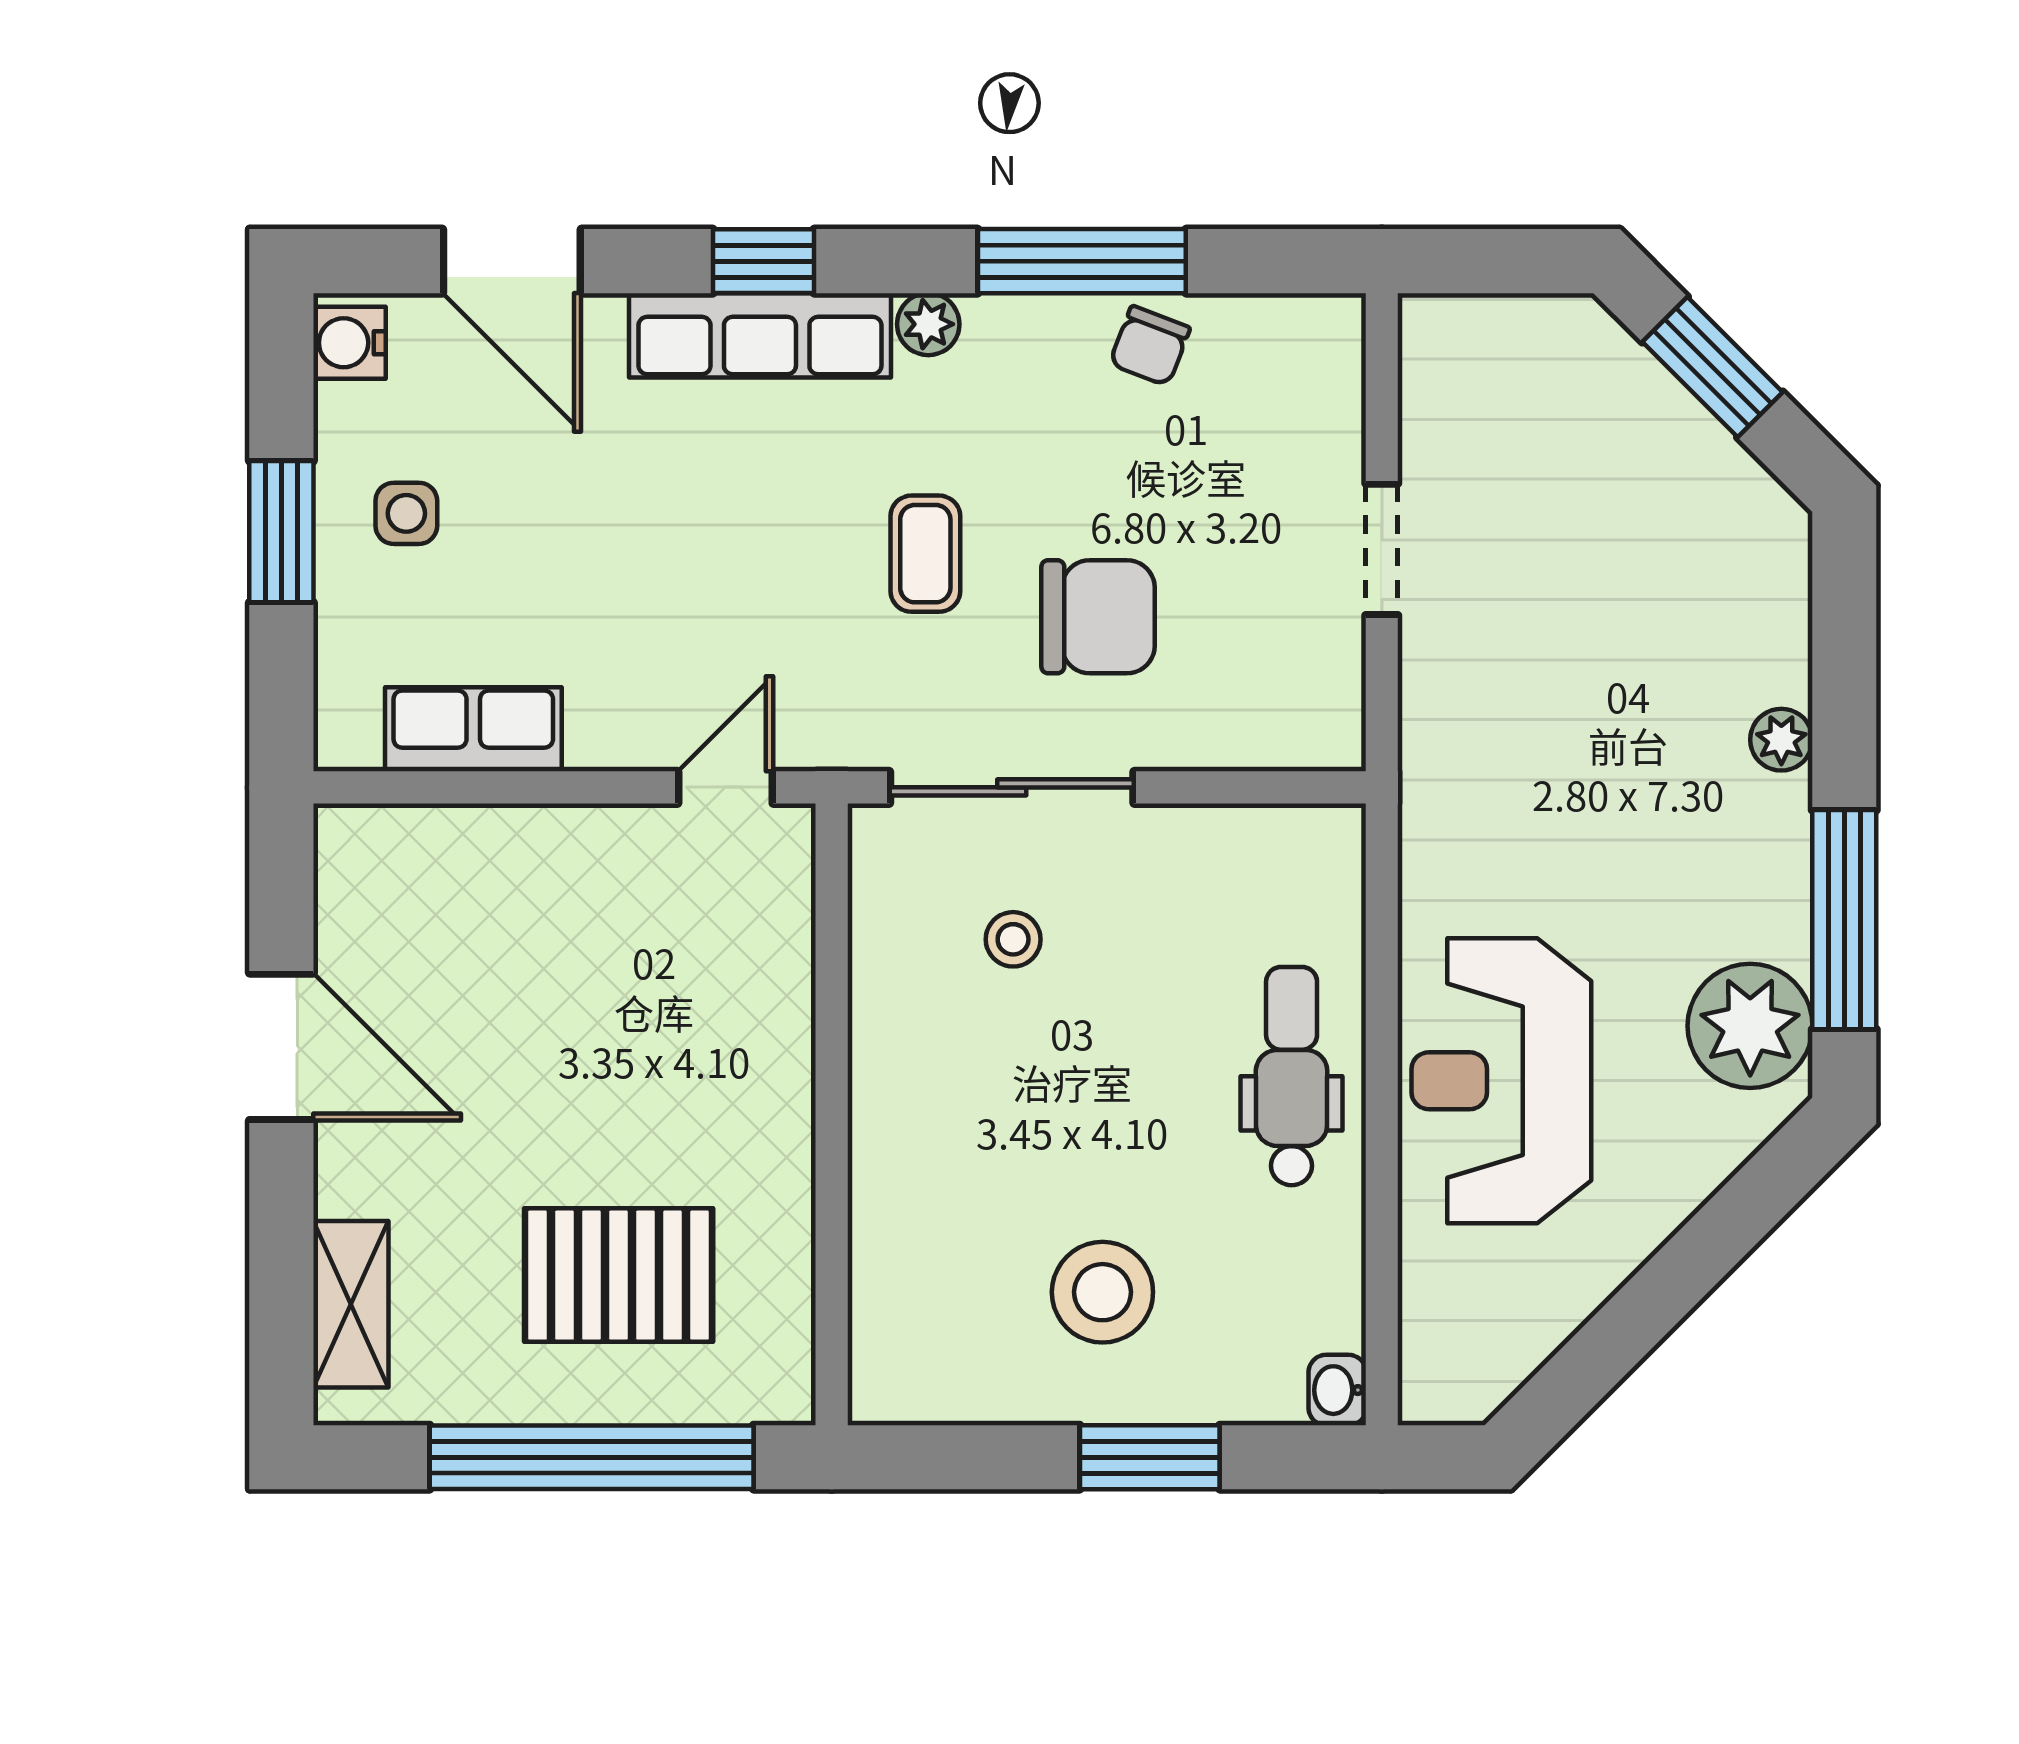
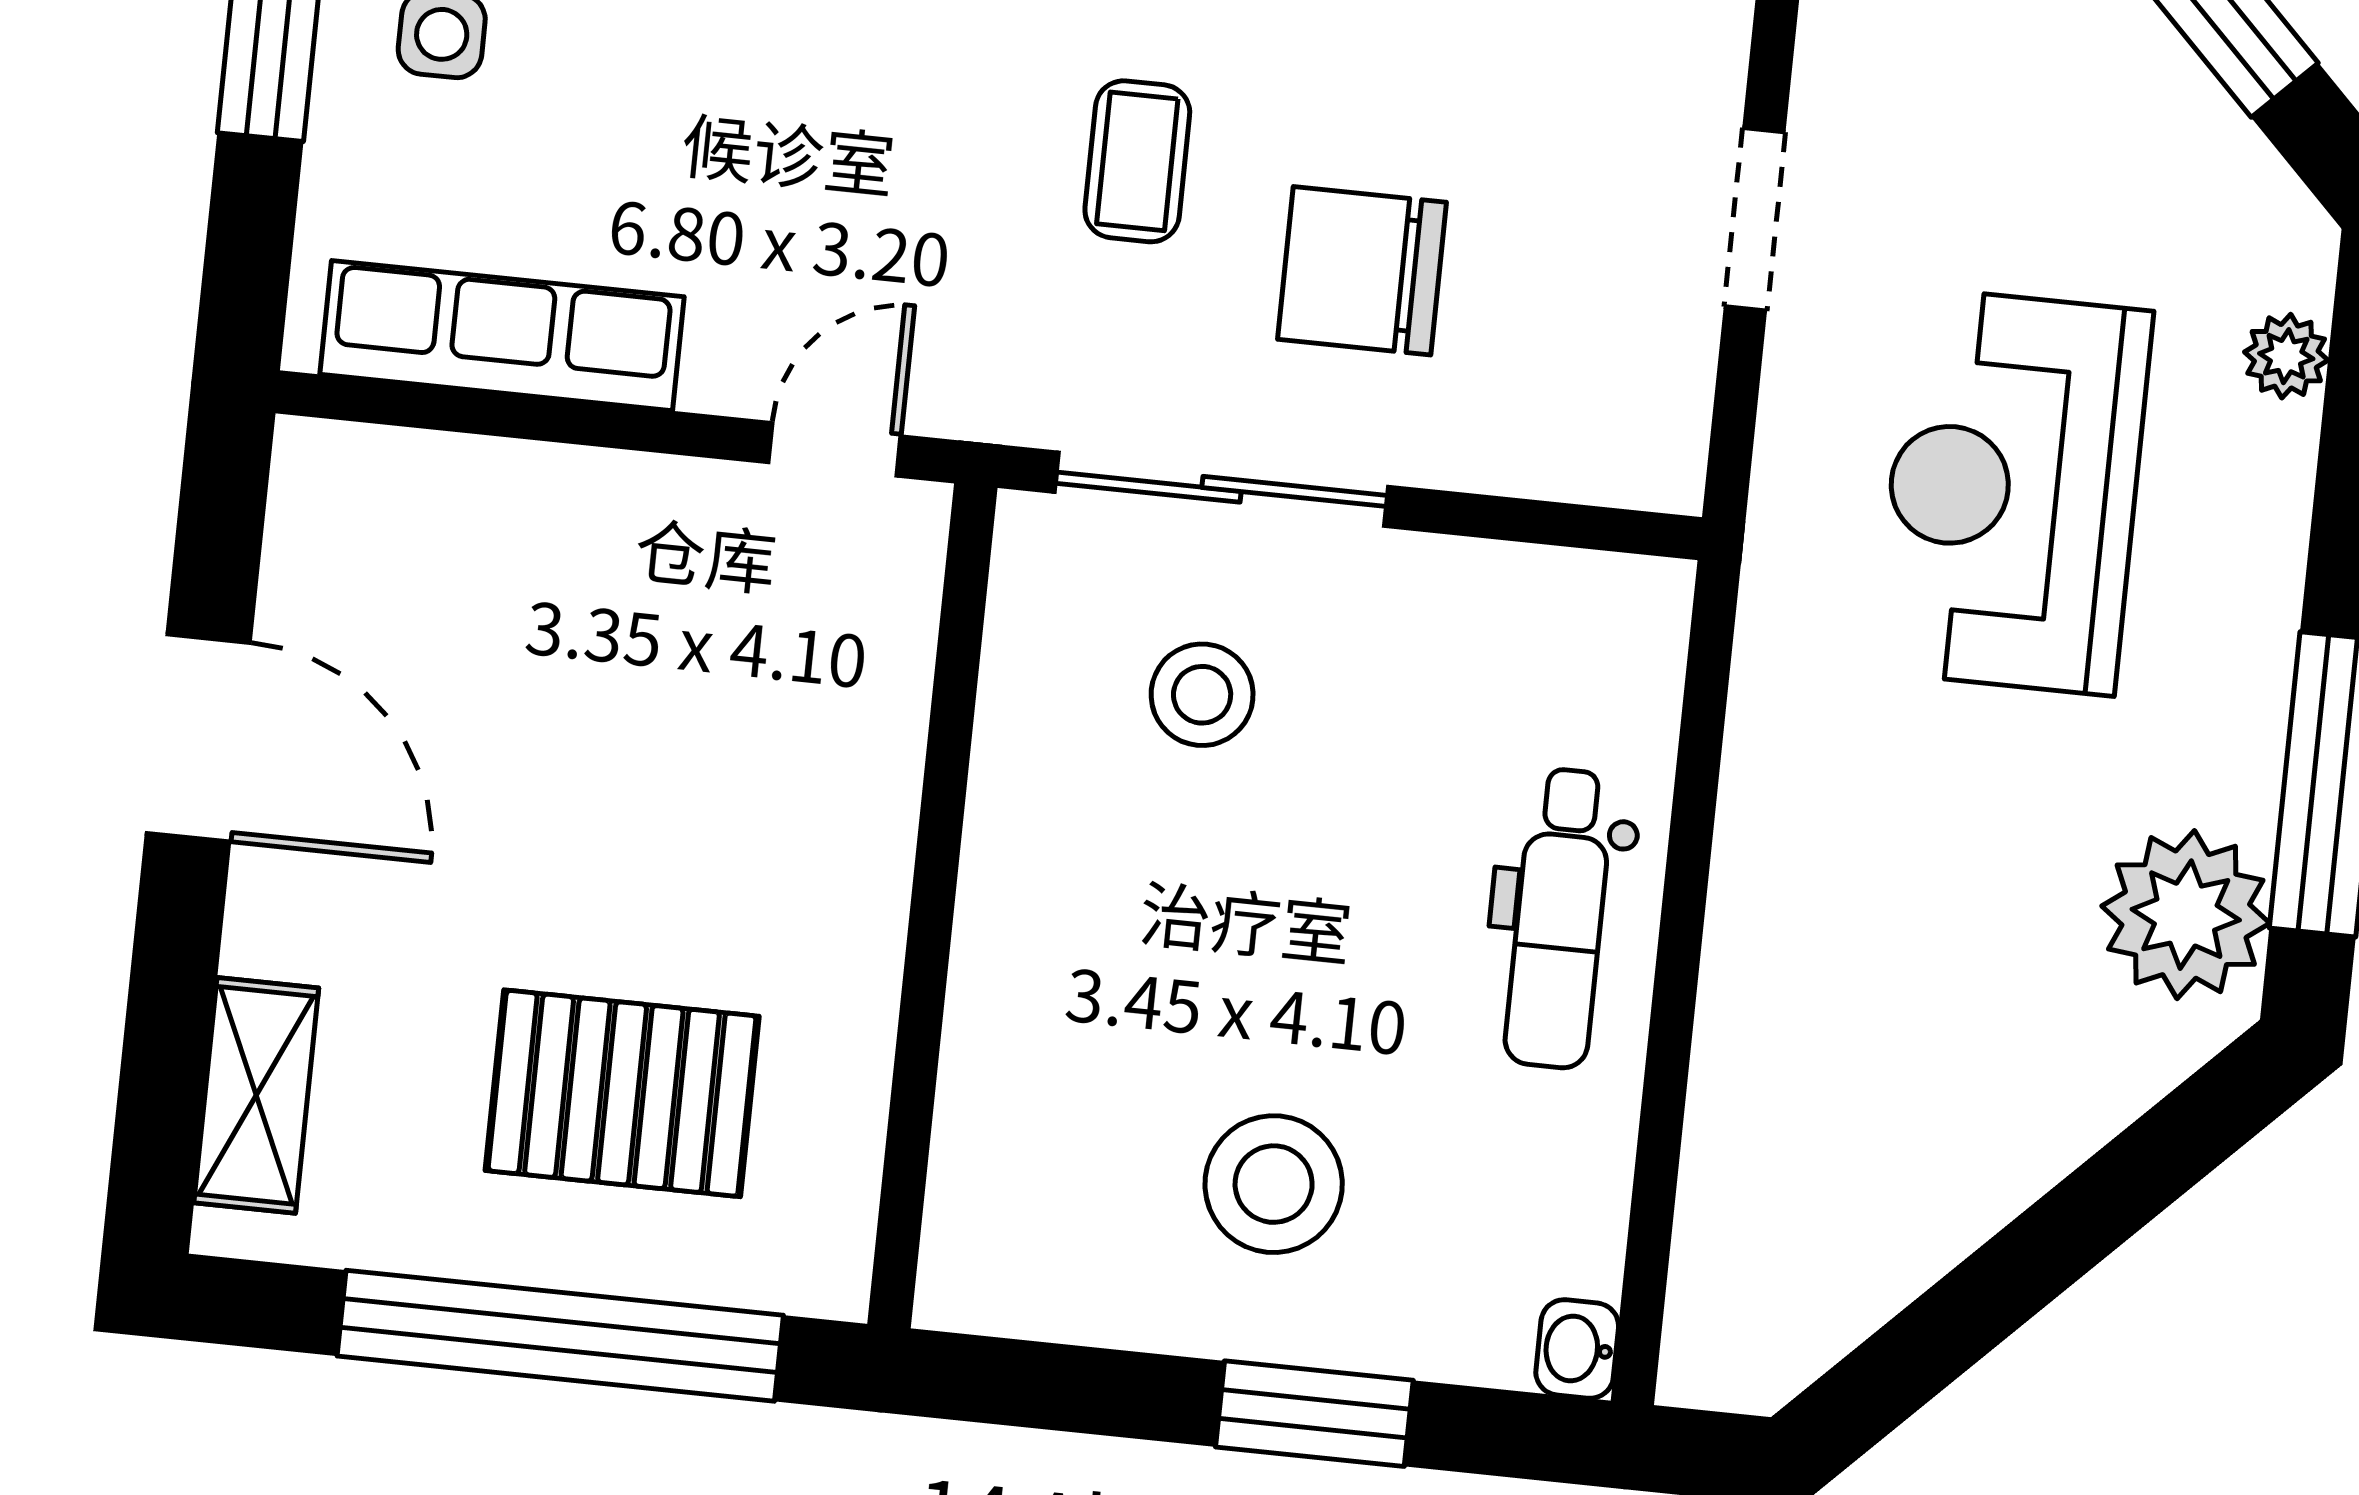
chair: (1098, 617) -> (1362, 271), turned 180
row of seats: (473, 729) -> (502, 336), width x1.48
plant: (1781, 740) -> (2286, 356), moved
stool: (1013, 939) -> (1202, 695), width x1.37, depth x1.37
dental chair: (1292, 1076) -> (1559, 918), turned 180
reception desk: (1501, 1081) -> (2013, 491), moved

